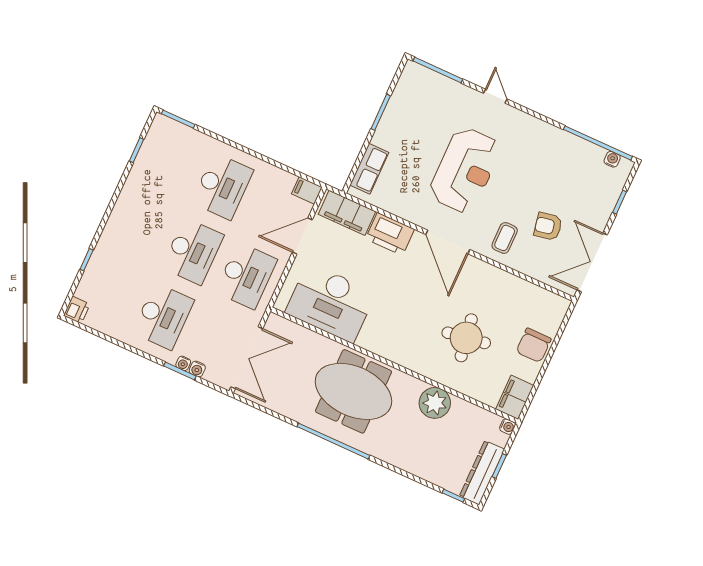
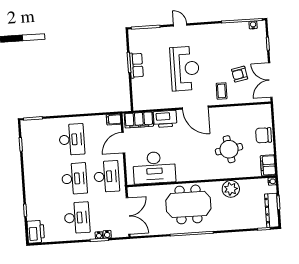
row of seats: (369, 169) -> (136, 65), moved
printer: (77, 310) -> (36, 232), width x1.87, depth x1.48
chair: (534, 345) -> (264, 135), turned 90

